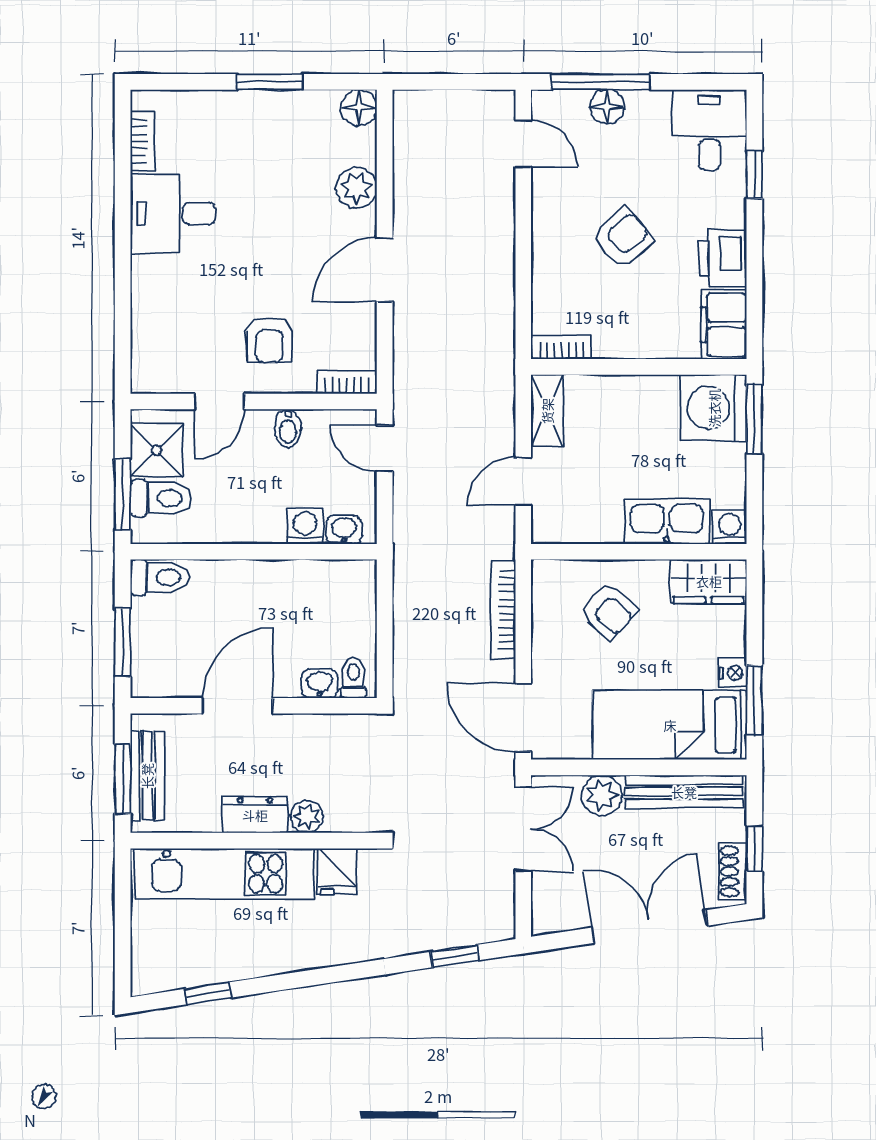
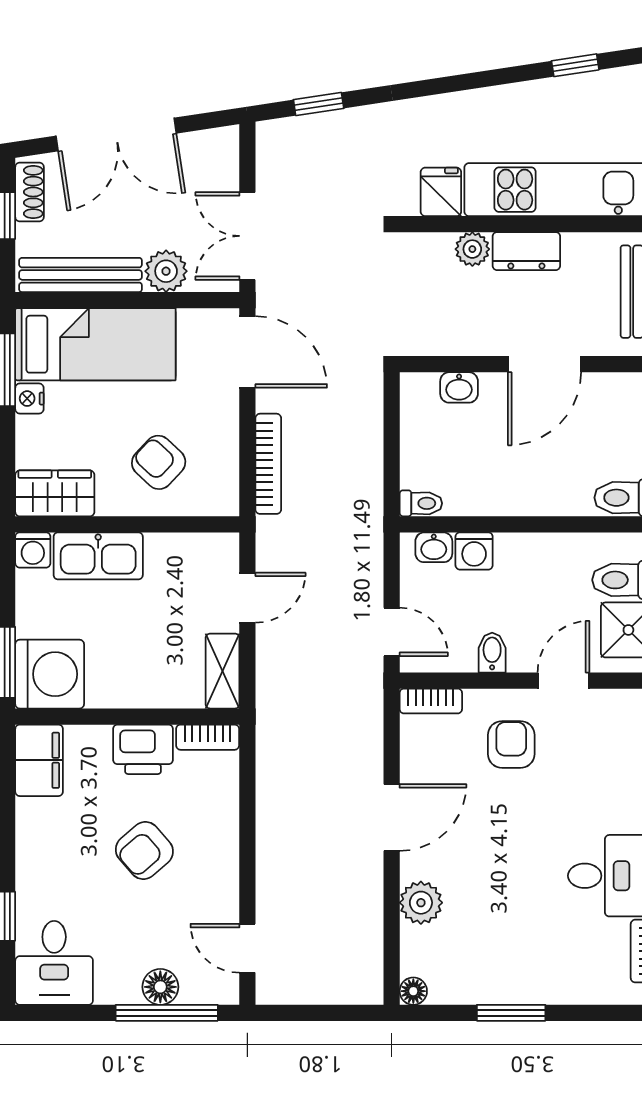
floor lamp: (359, 108) -> (413, 991), width x0.73, depth x0.73
printer: (723, 259) -> (143, 749), moved, turned 90
toilet: (353, 678) -> (421, 503), moved, turned -90

